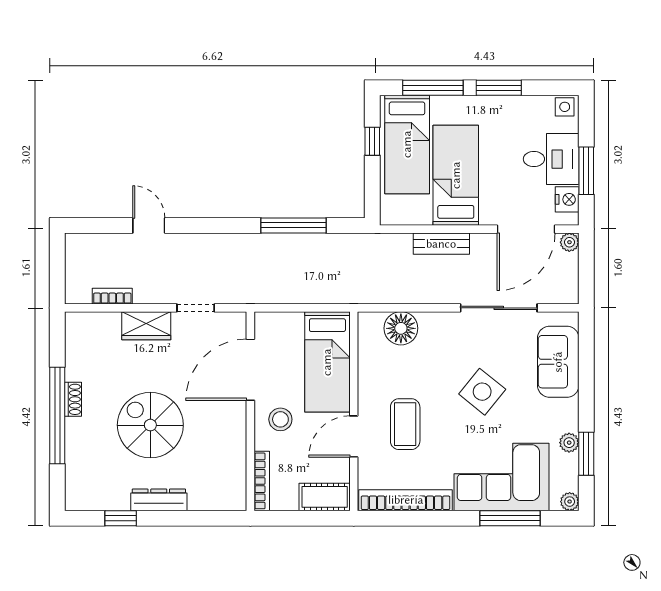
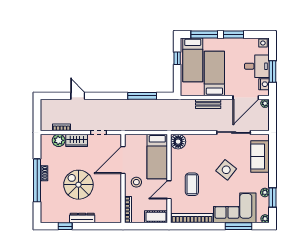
plant: (106, 326) -> (59, 140), added
floor lamp: (401, 328) -> (178, 142), moved

